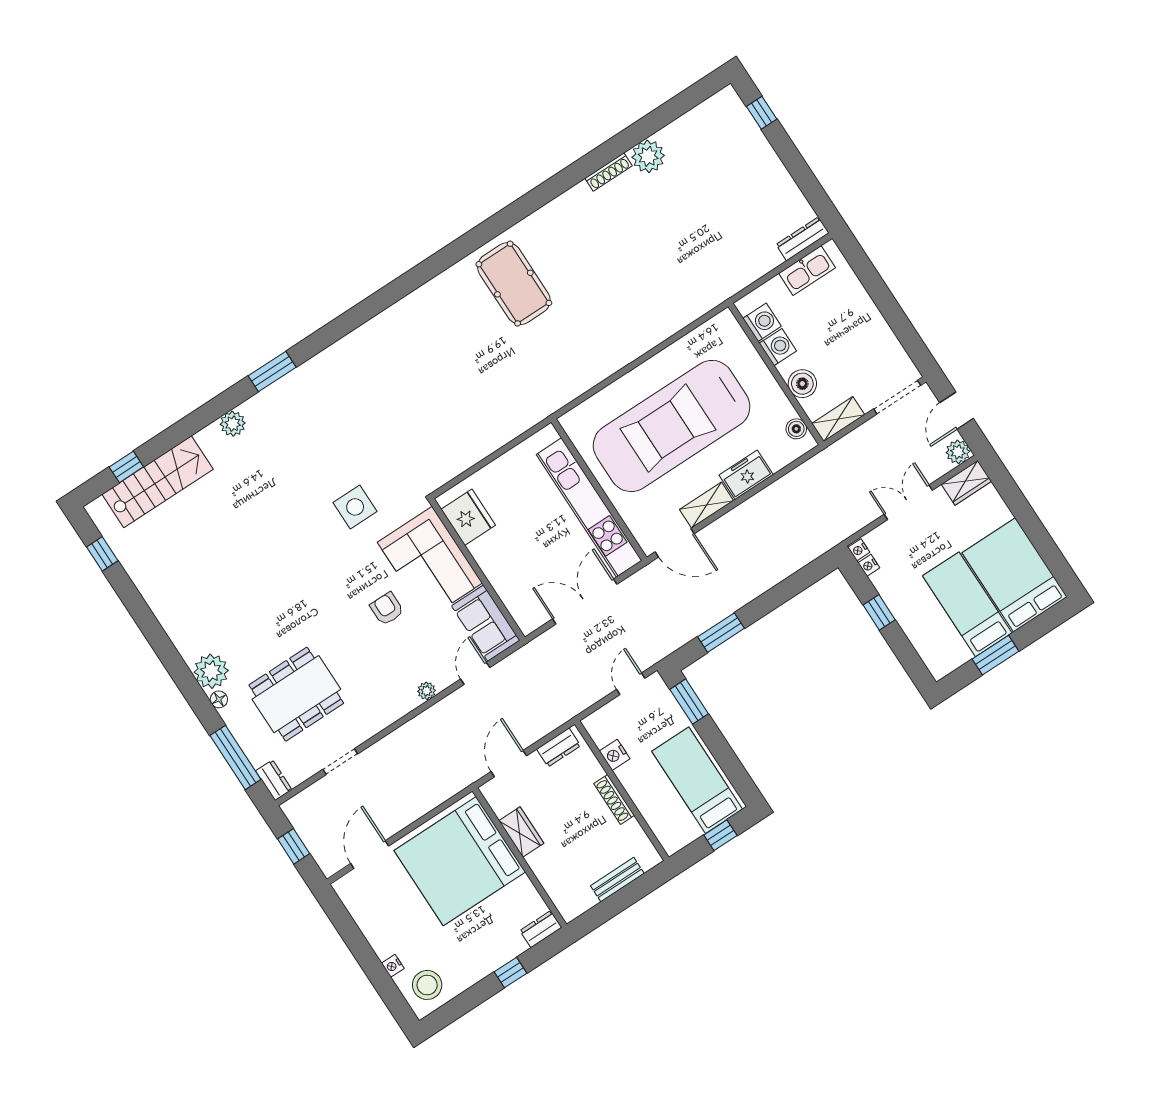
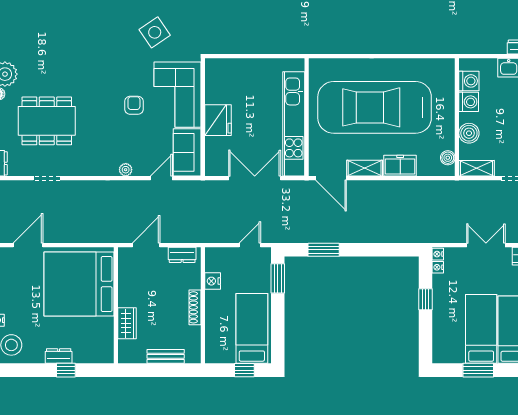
side table: (355, 507) -> (155, 32), turned -34
fridge: (468, 517) -> (218, 120), moved
wardrobe: (521, 832) -> (127, 323), moved
dresser: (541, 929) -> (59, 356), moved

